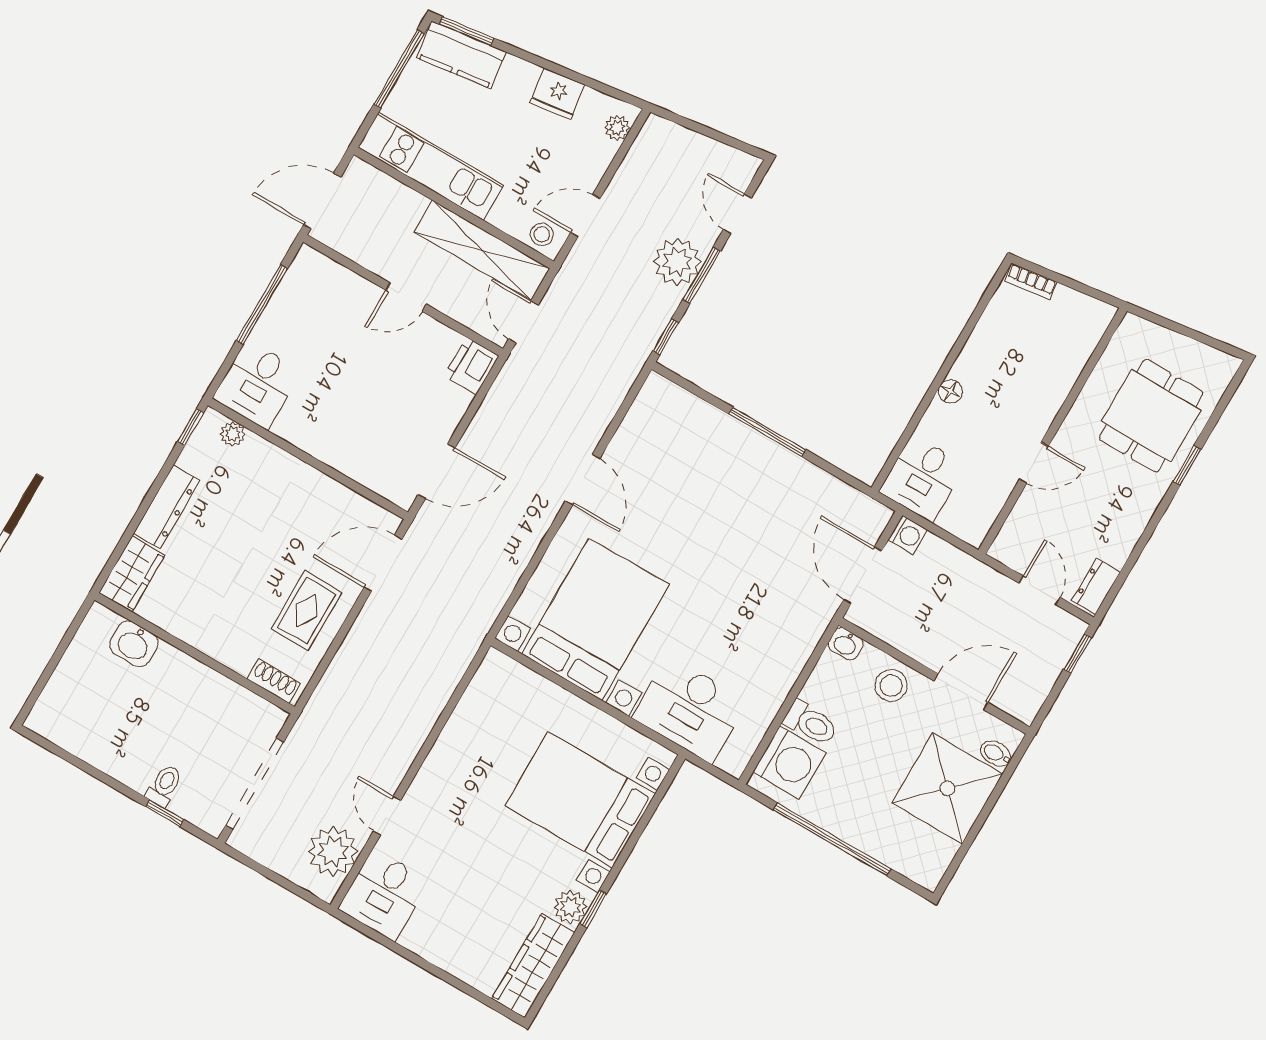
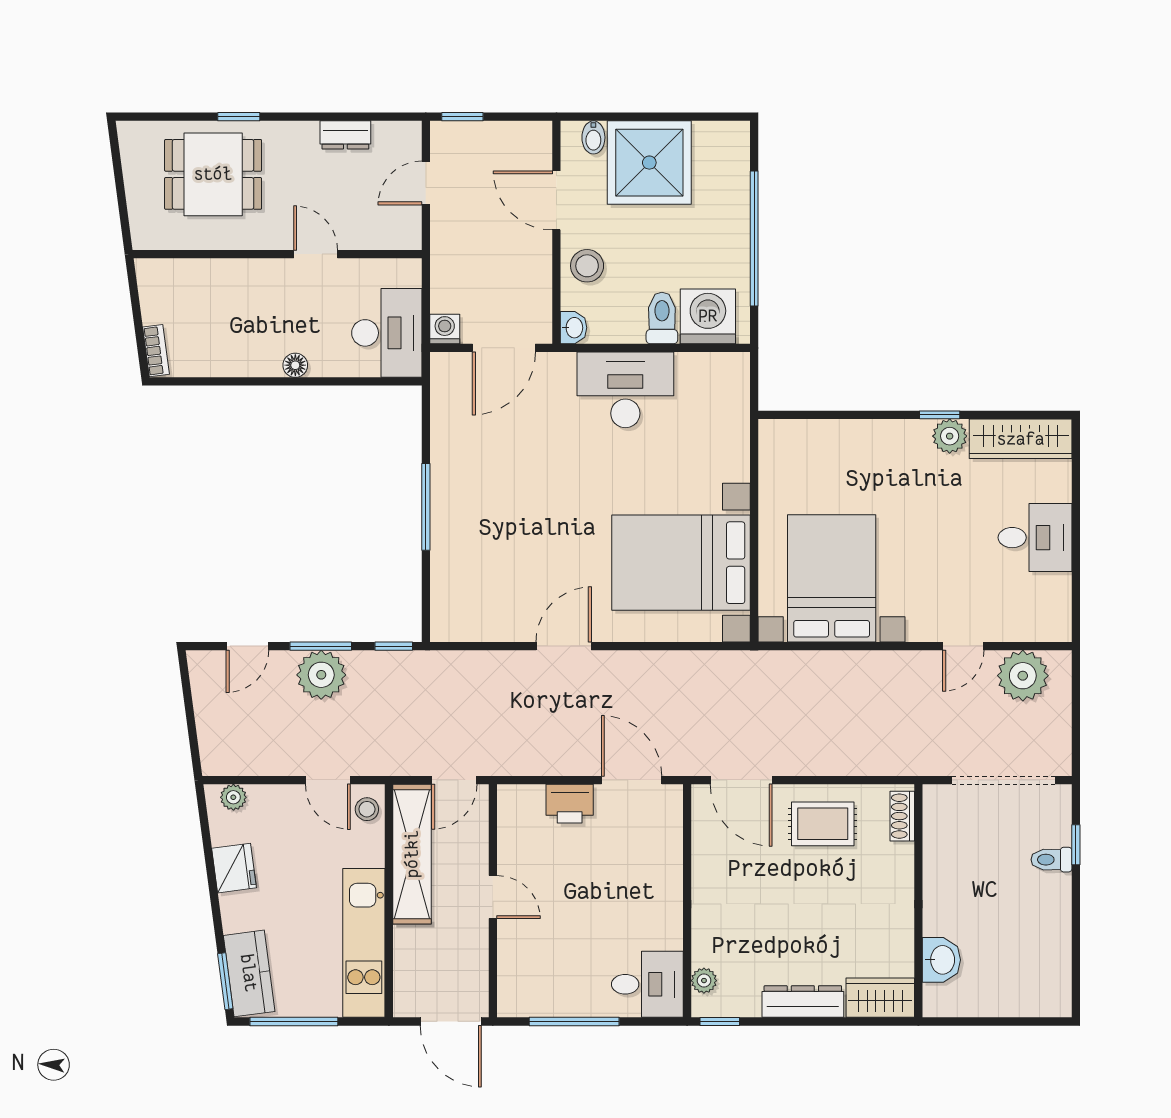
printer: (471, 366) -> (570, 804), moved
desk: (923, 478) -> (387, 333), width x1.37
dresser: (1096, 586) -> (345, 135), moved
desk: (690, 709) -> (625, 390), moved, turned -90
bed with nightstands: (580, 800) -> (832, 578), moved, turned 180
desk: (384, 895) -> (1035, 538), moved

